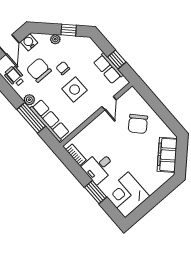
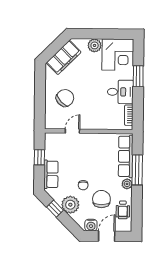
plant: (55, 39) -> (70, 205), width x1.88, depth x1.88
row of seats: (108, 68) -> (51, 174), moved
chair: (39, 70) -> (101, 199), turned 180
side table: (75, 90) -> (88, 163), removed
plant: (151, 186) -> (95, 45), added

